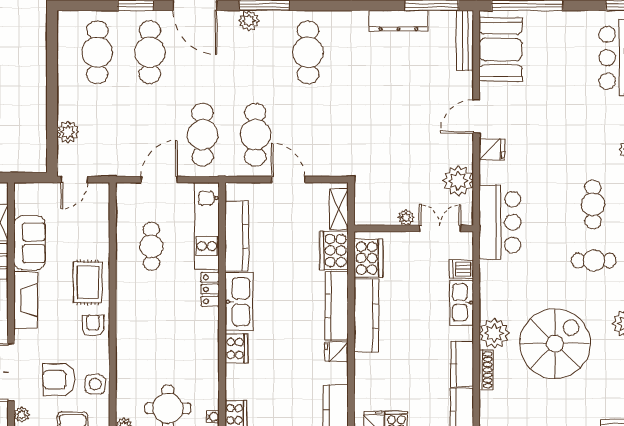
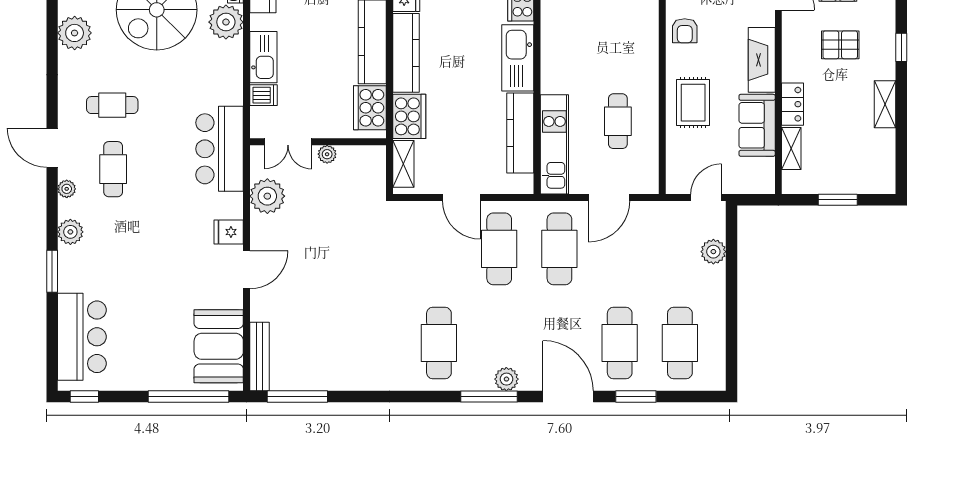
dresser: (398, 21) -> (336, 379), removed
rug: (88, 282) -> (693, 103), moved
locker: (210, 289) -> (551, 72), removed

